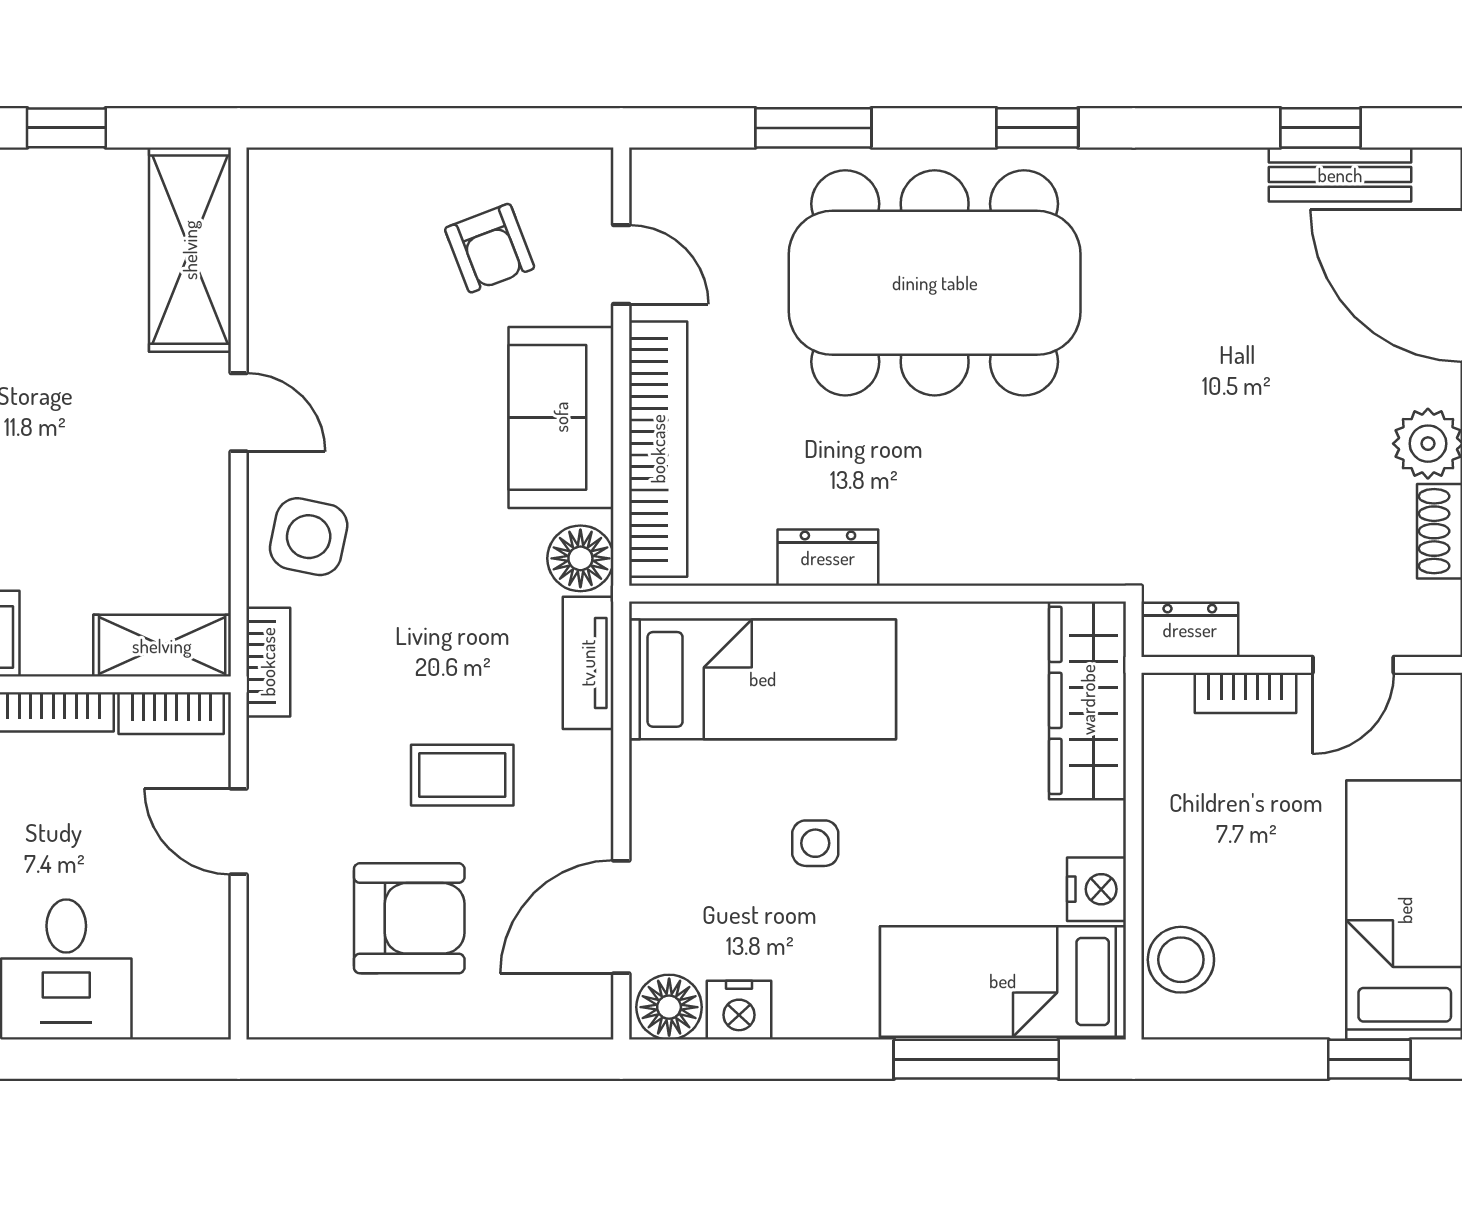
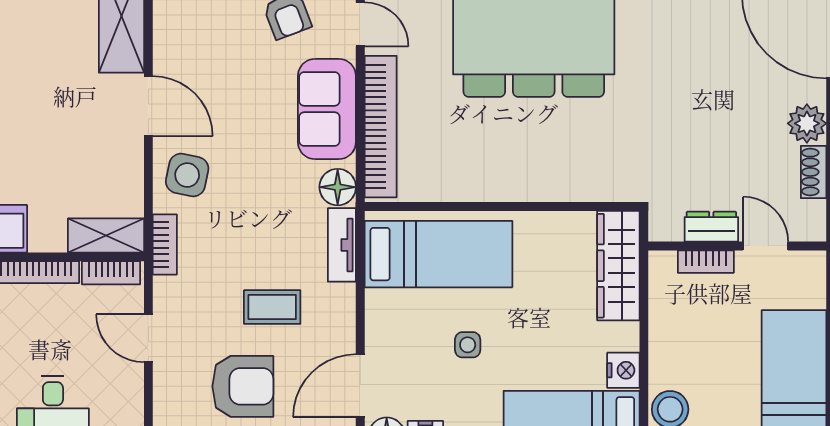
door: (239, 412) -> (148, 106), width x1.37
dresser: (828, 558) -> (475, 187), removed
dresser: (1190, 630) -> (711, 227), moved
door: (1353, 665) -> (766, 246), swing flipped

